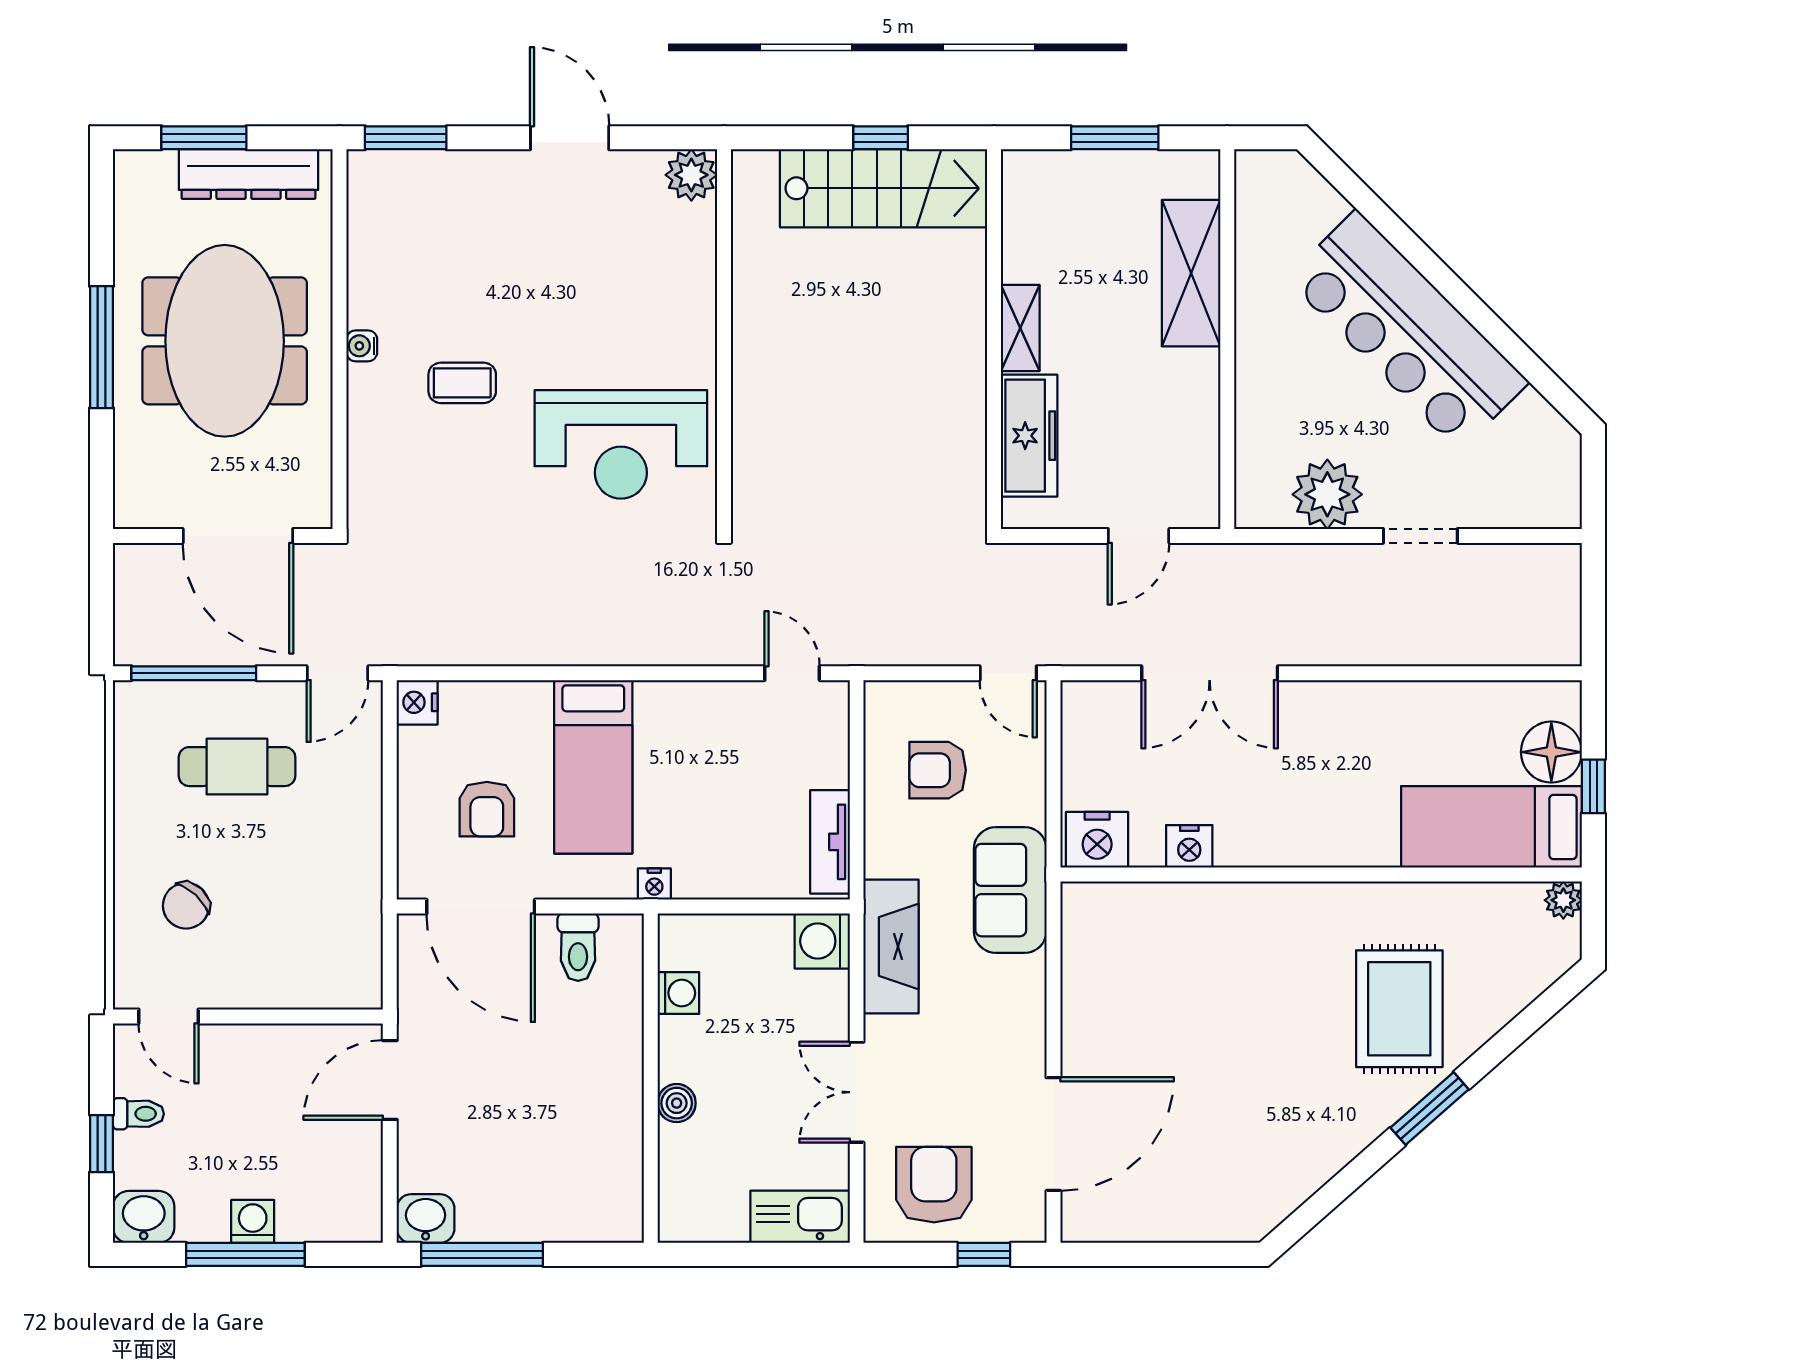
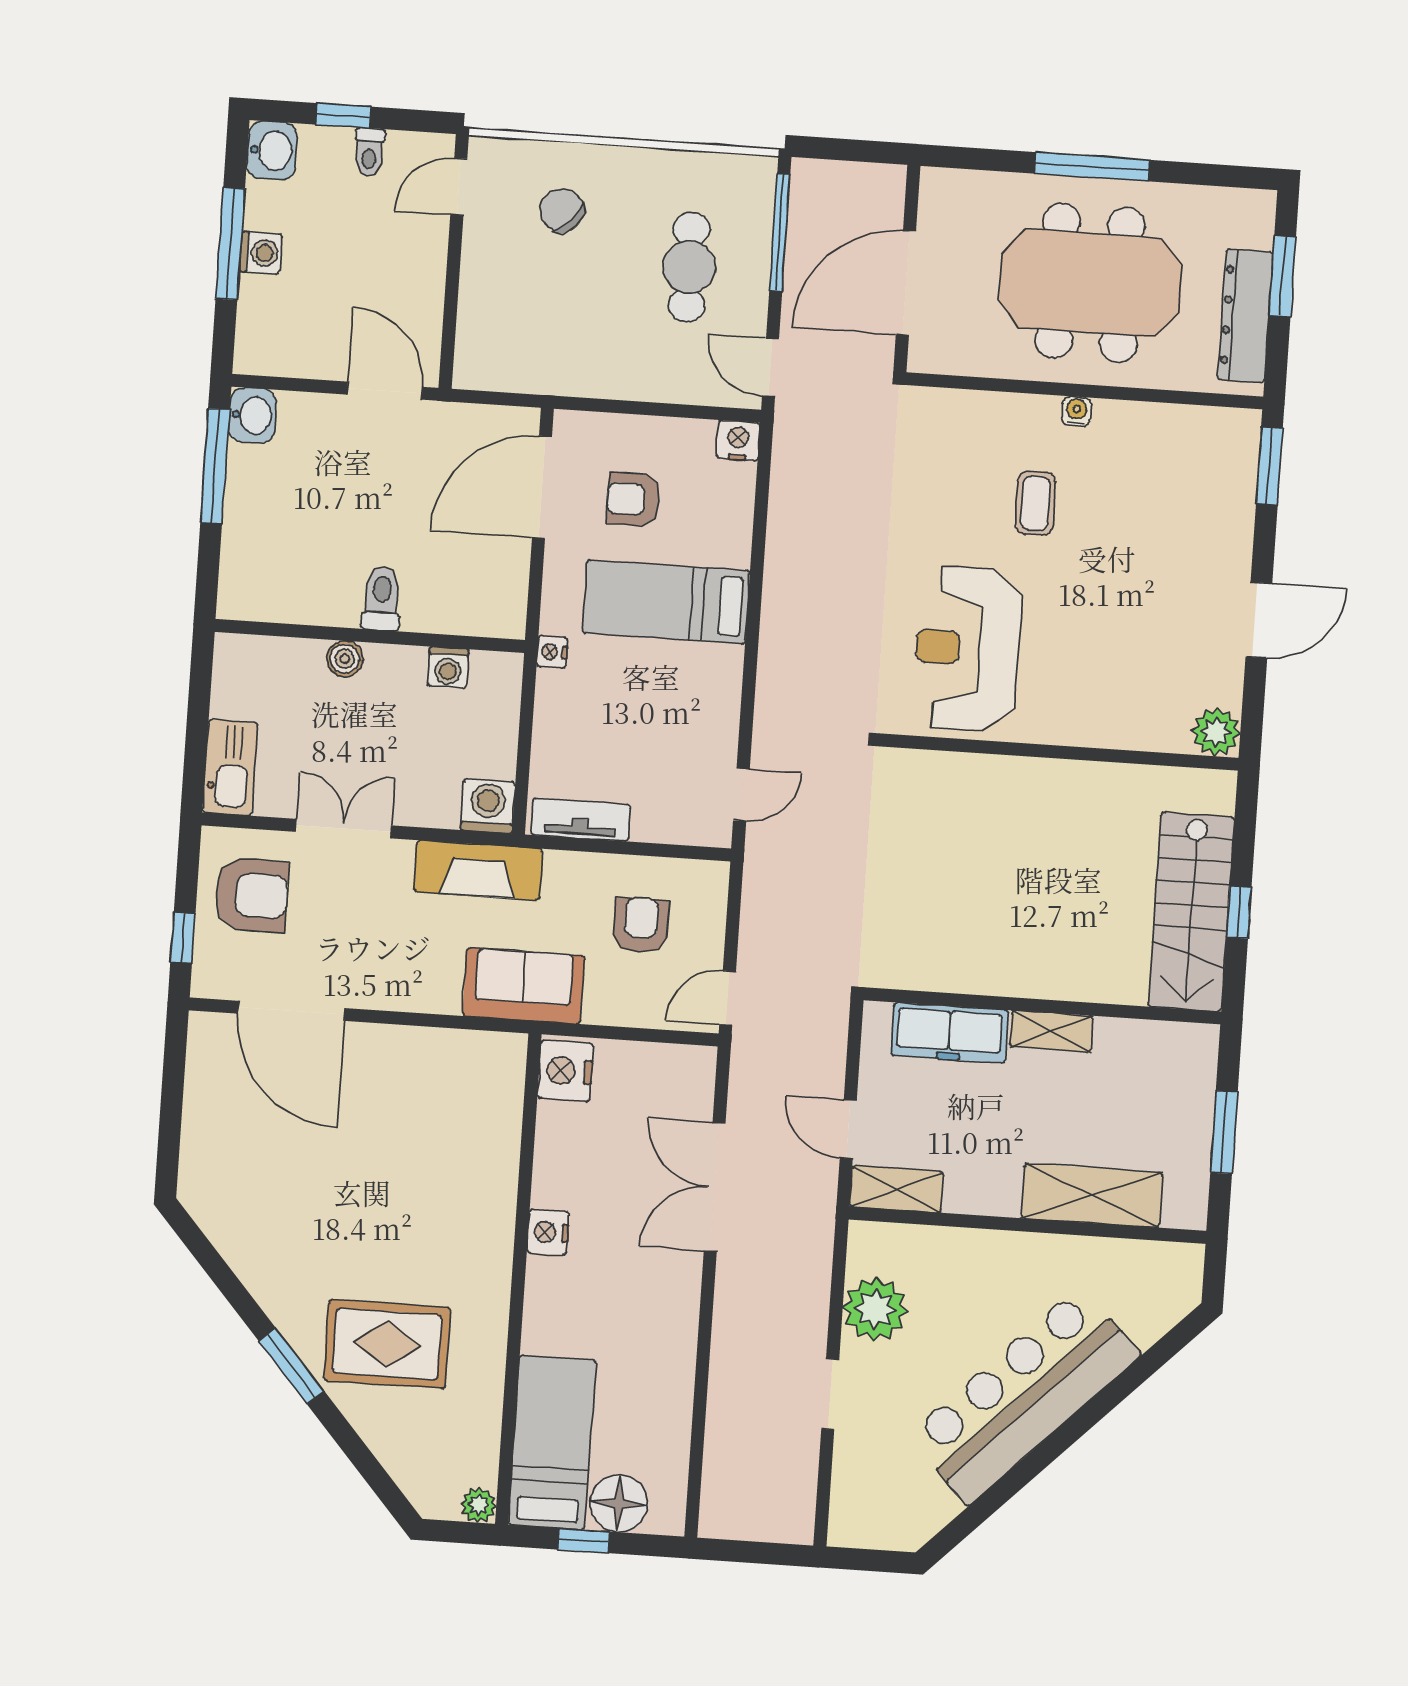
shelving: (1199, 480) -> (897, 1189), added
nightstand: (1189, 846) -> (548, 1232), moved
toilet: (578, 947) -> (382, 598), moved, turned 90

